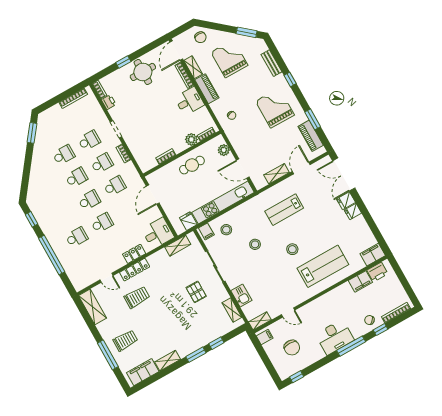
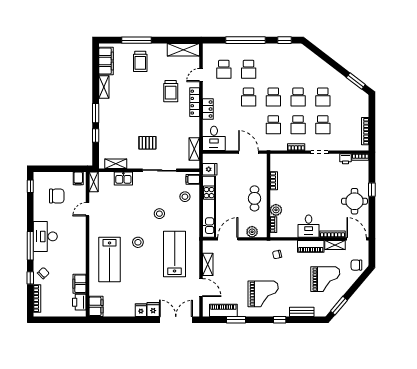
lab bench: (284, 210) -> (175, 254), width x1.36, depth x1.39
school desk: (89, 260) -> (224, 69), added
chair: (292, 348) -> (57, 196), turned 180

